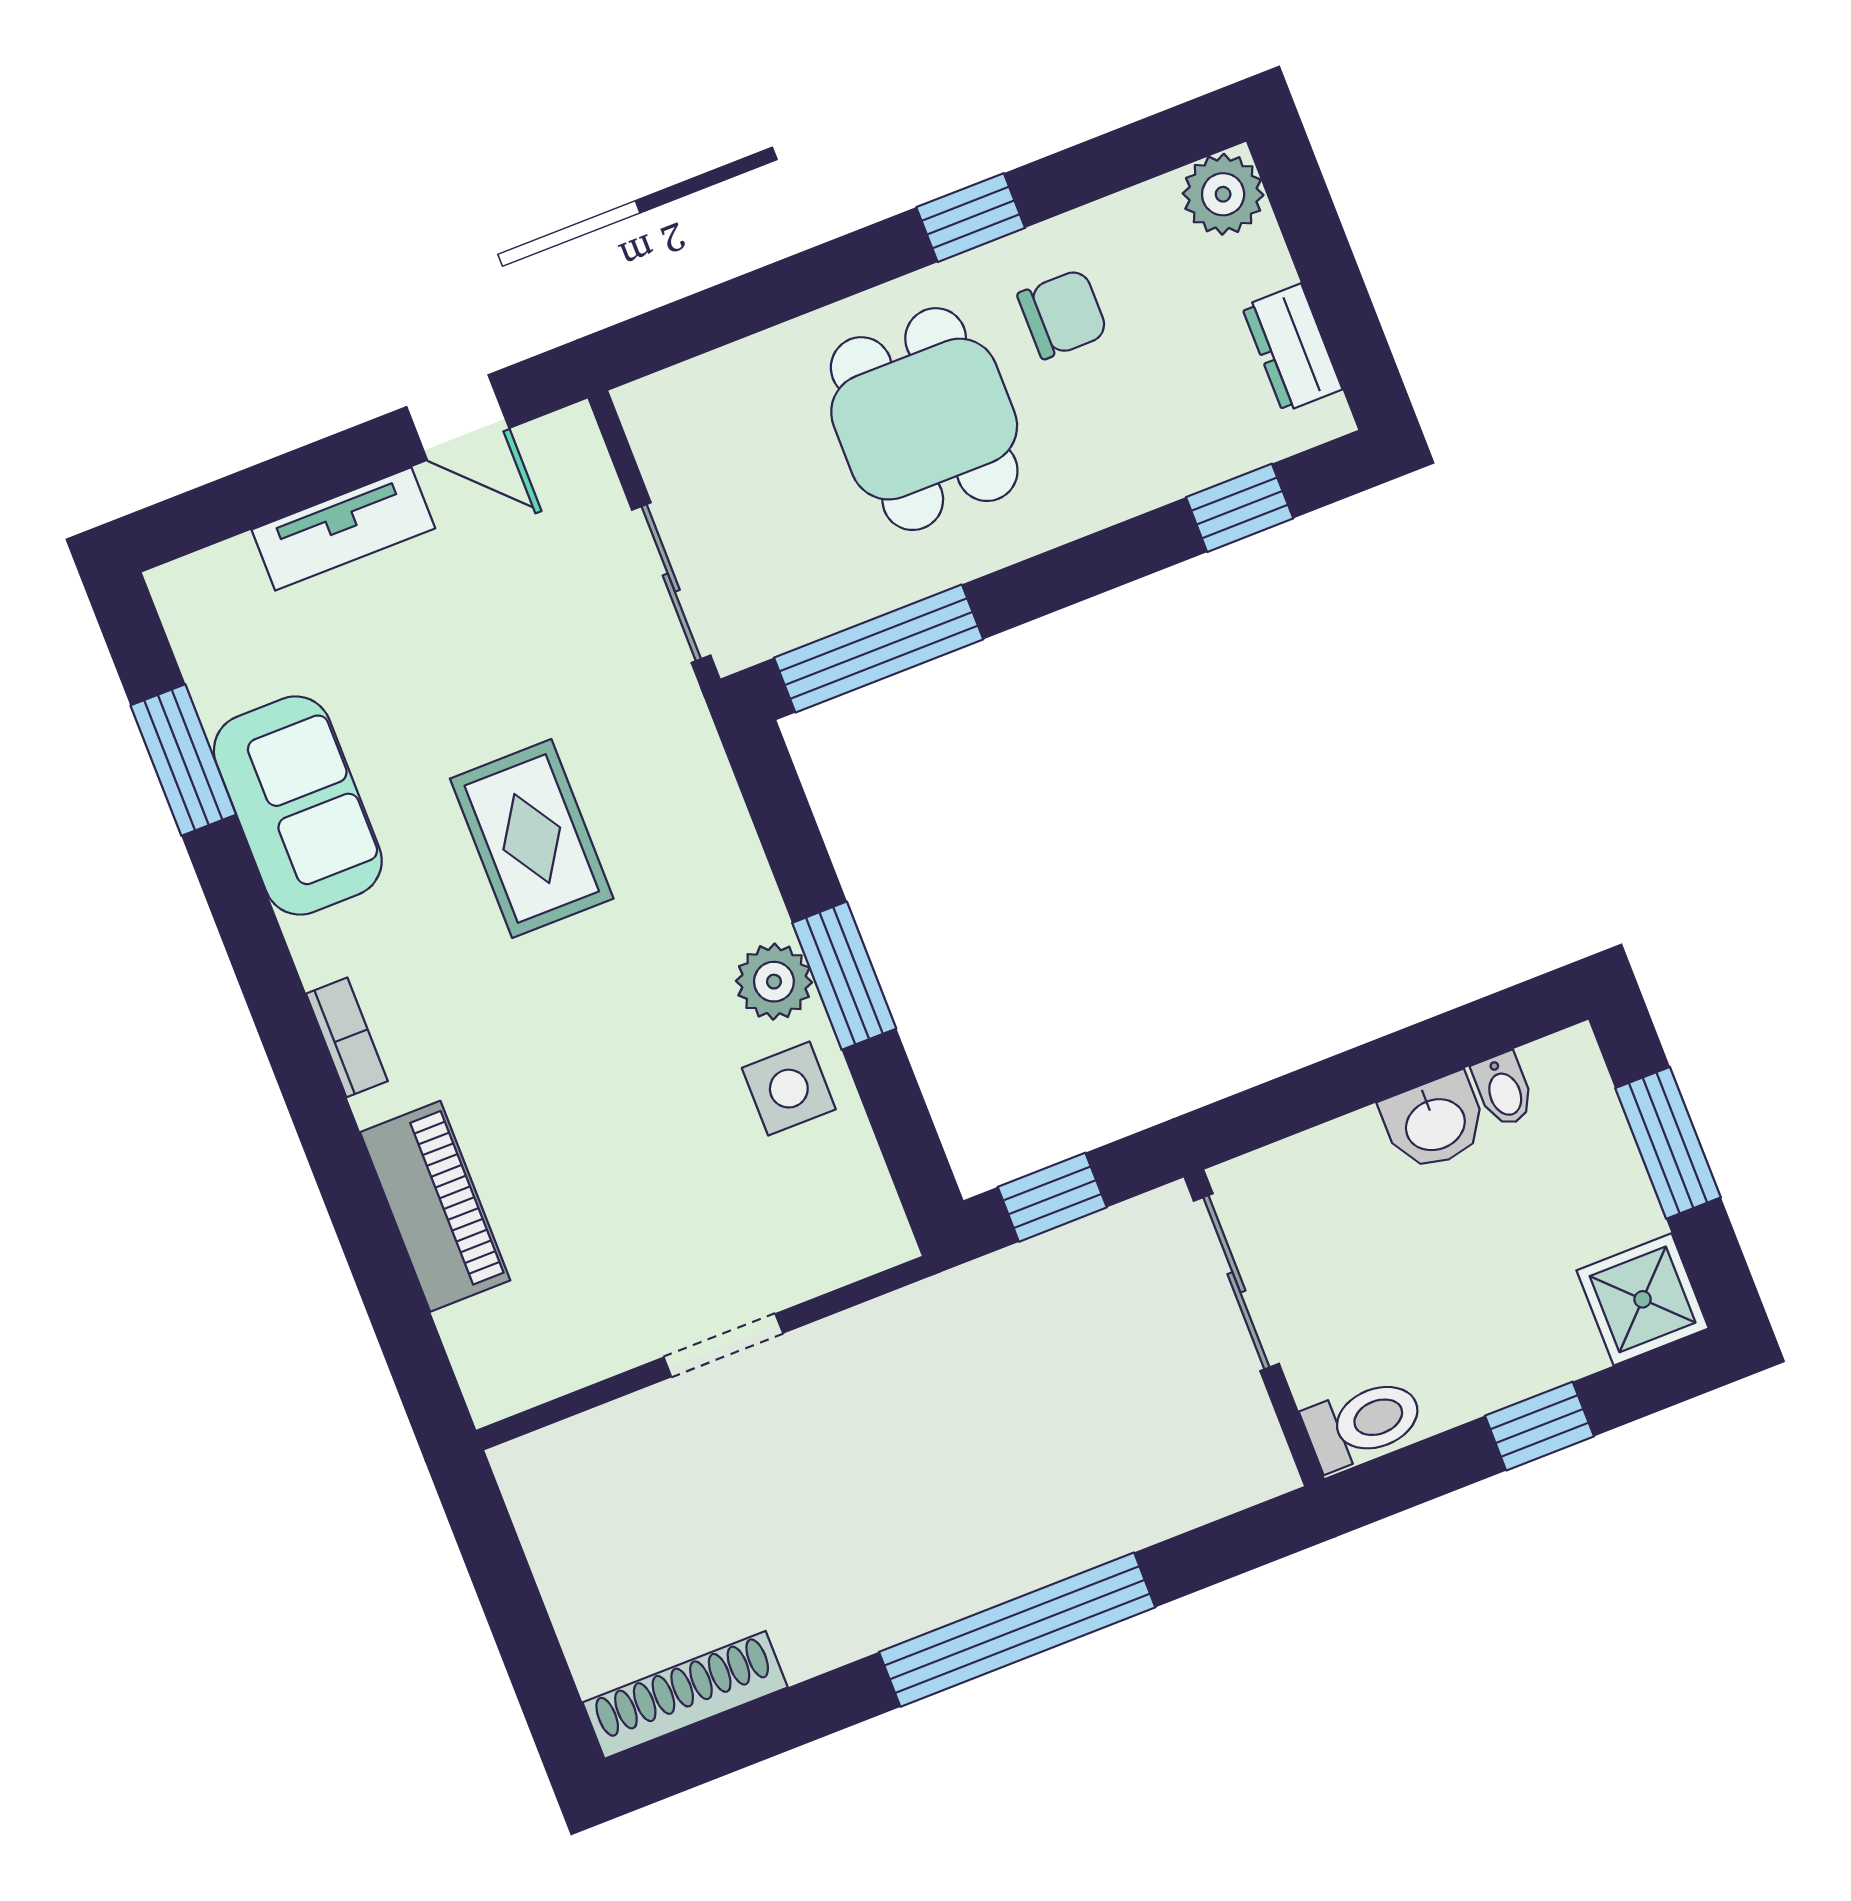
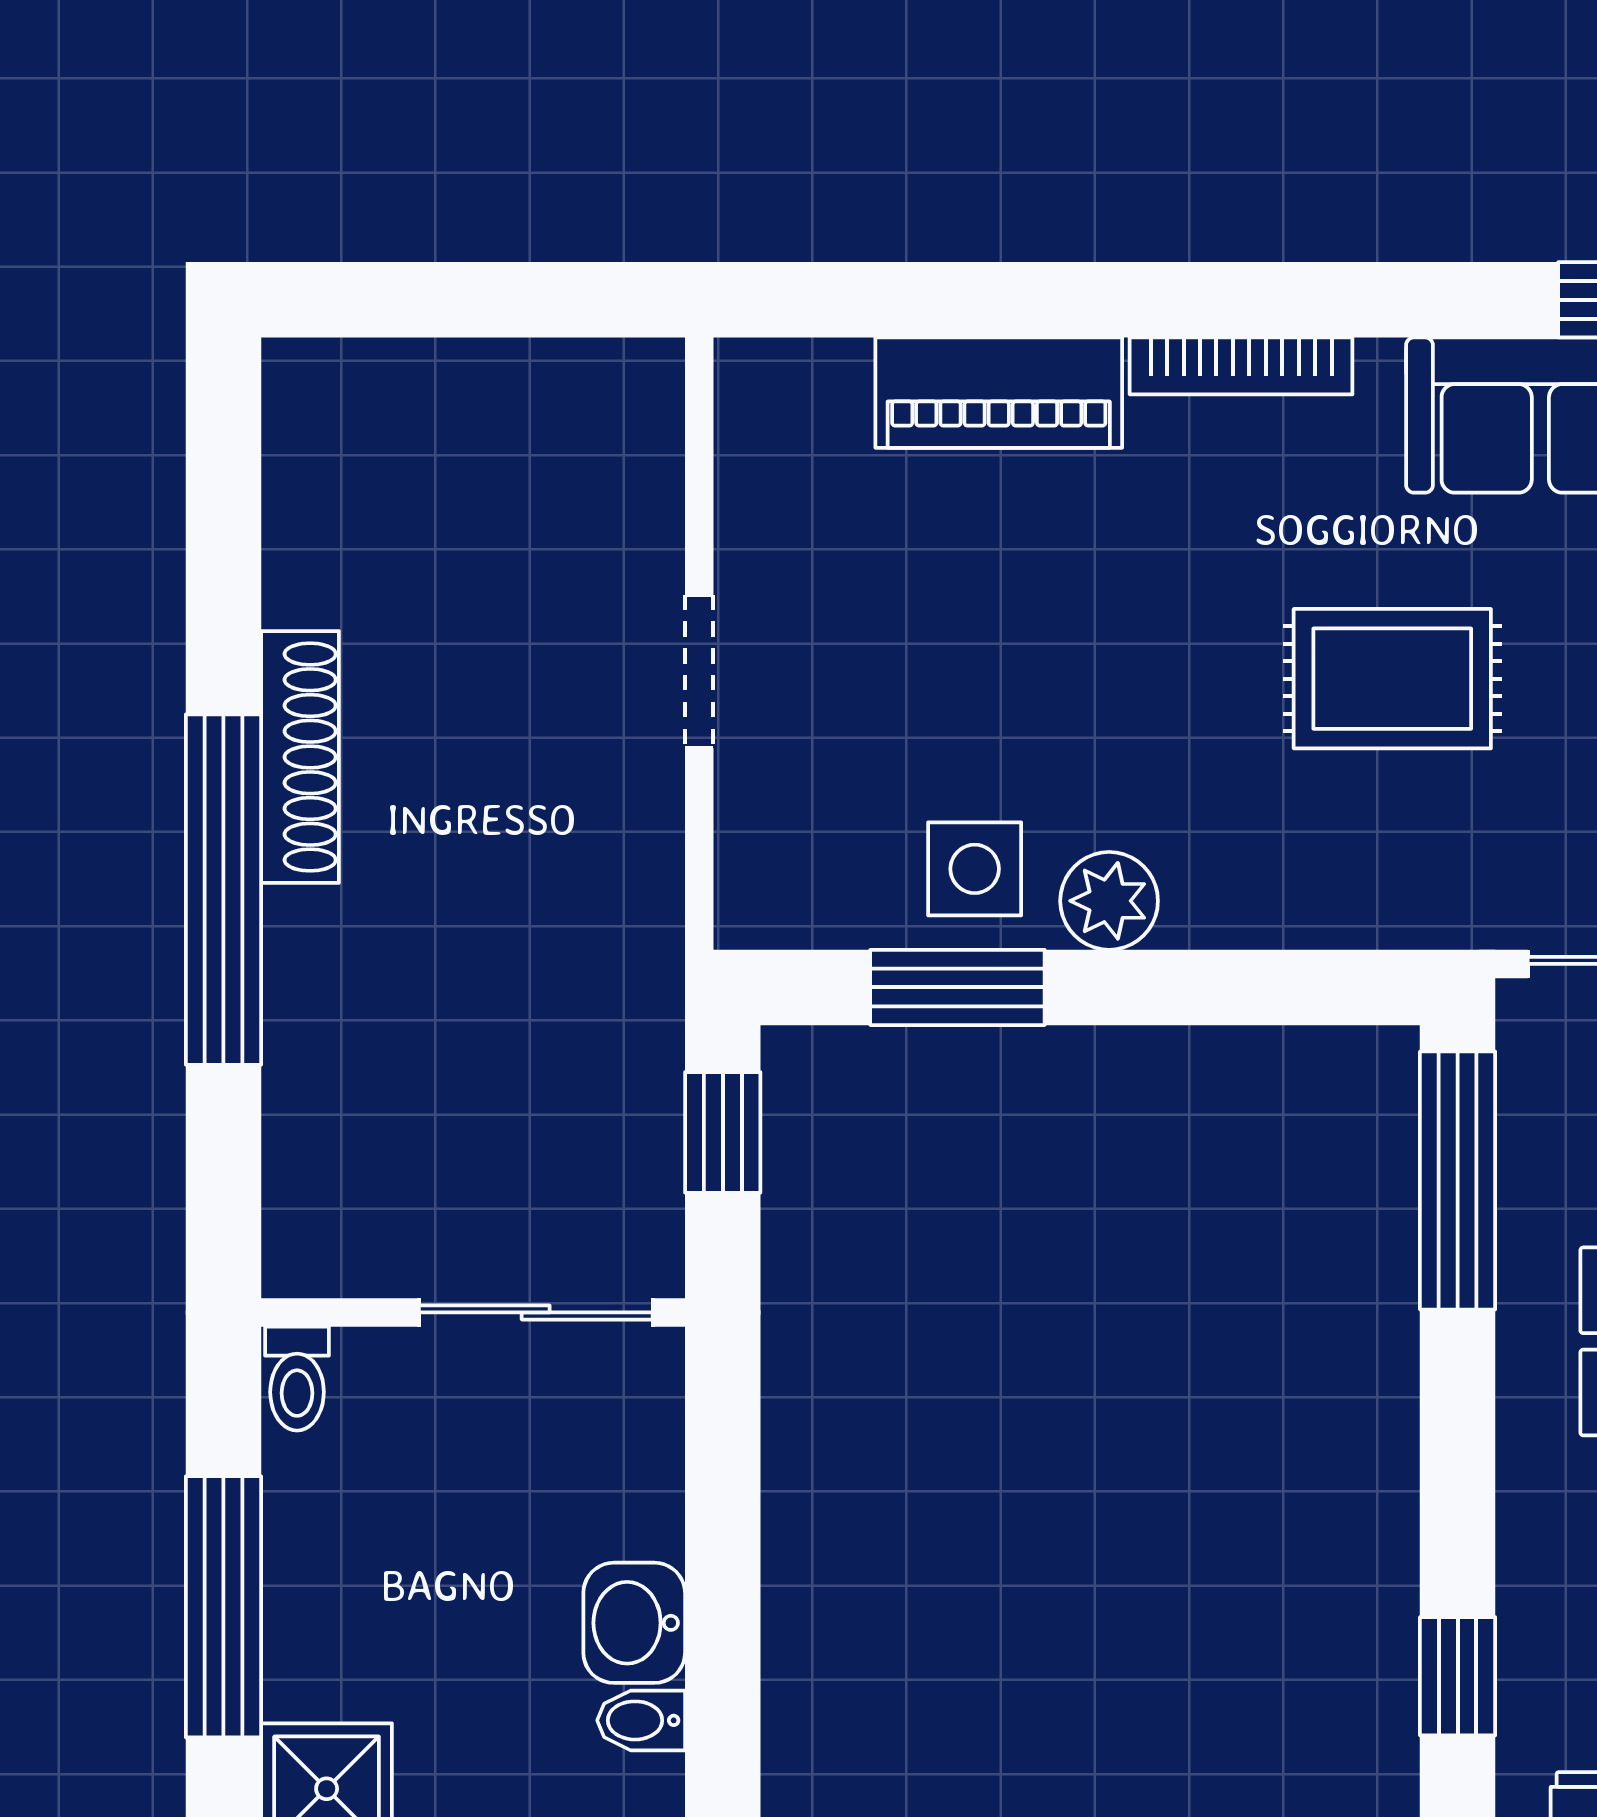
window: (844, 976) -> (957, 987), moved
bookcase: (347, 1037) -> (1241, 366), width x1.56
toilet: (1364, 1423) -> (297, 1379), width x0.73, depth x0.72
window: (1539, 1426) -> (223, 1607), width x2.17
shoe rack: (685, 1695) -> (300, 757), moved

